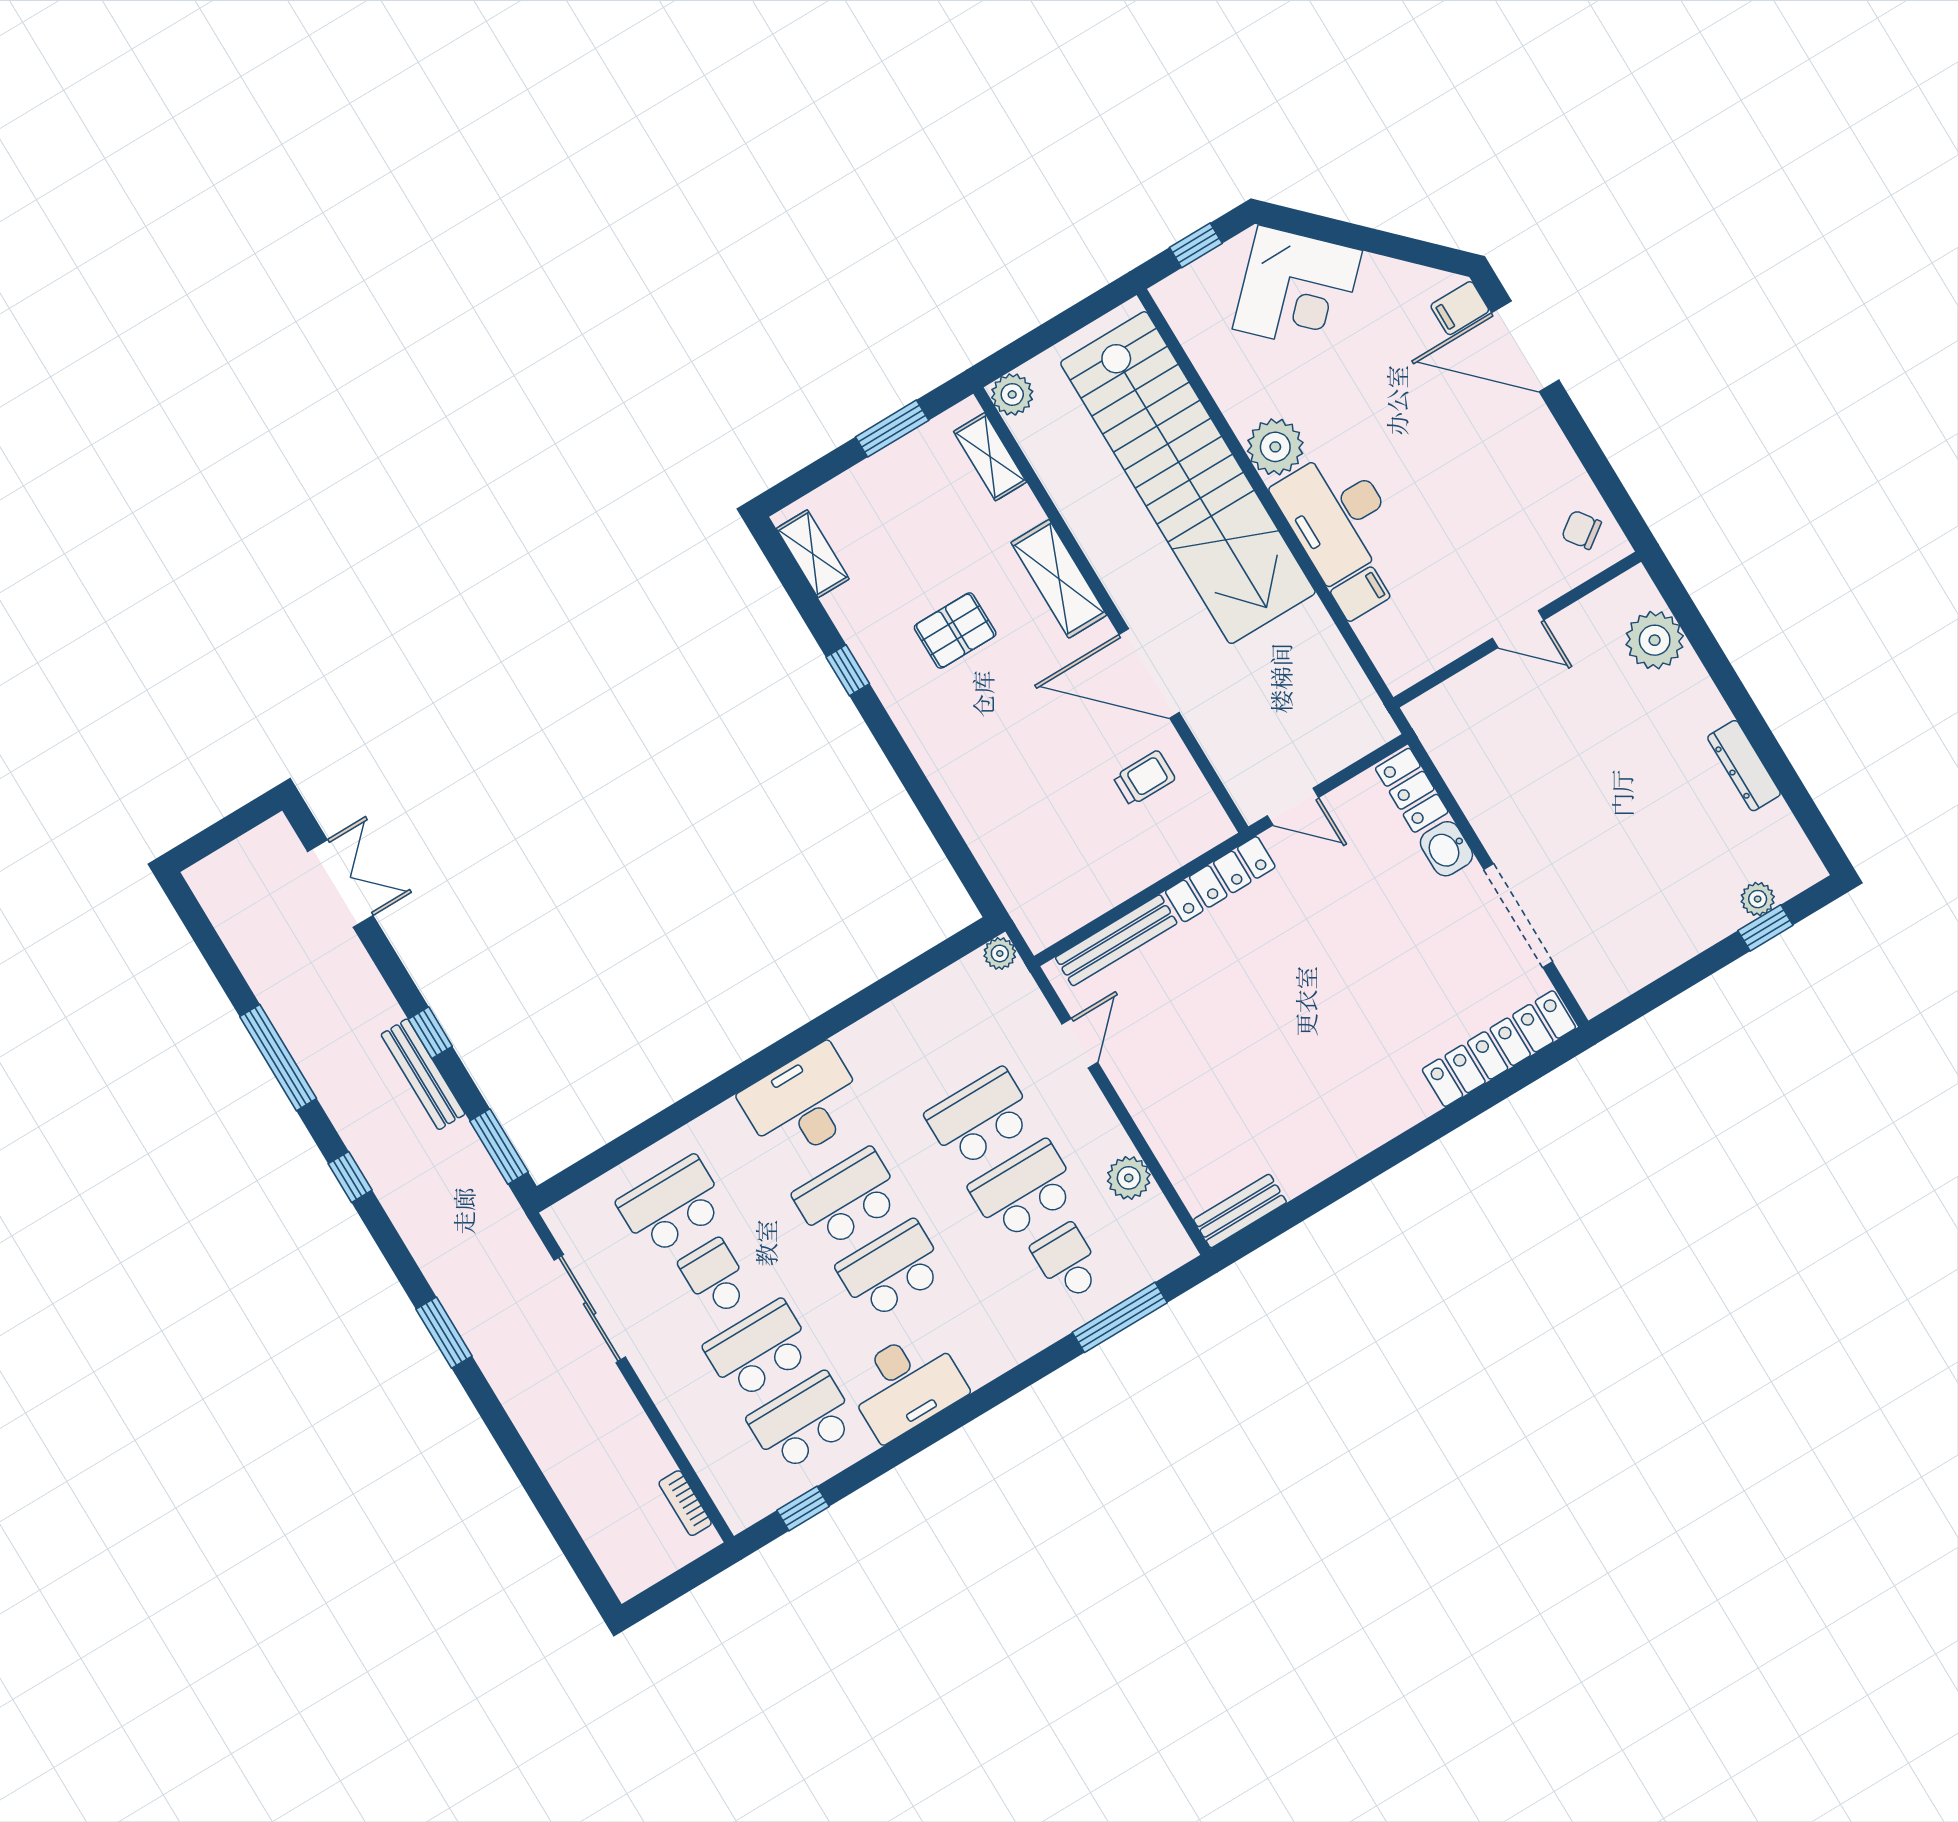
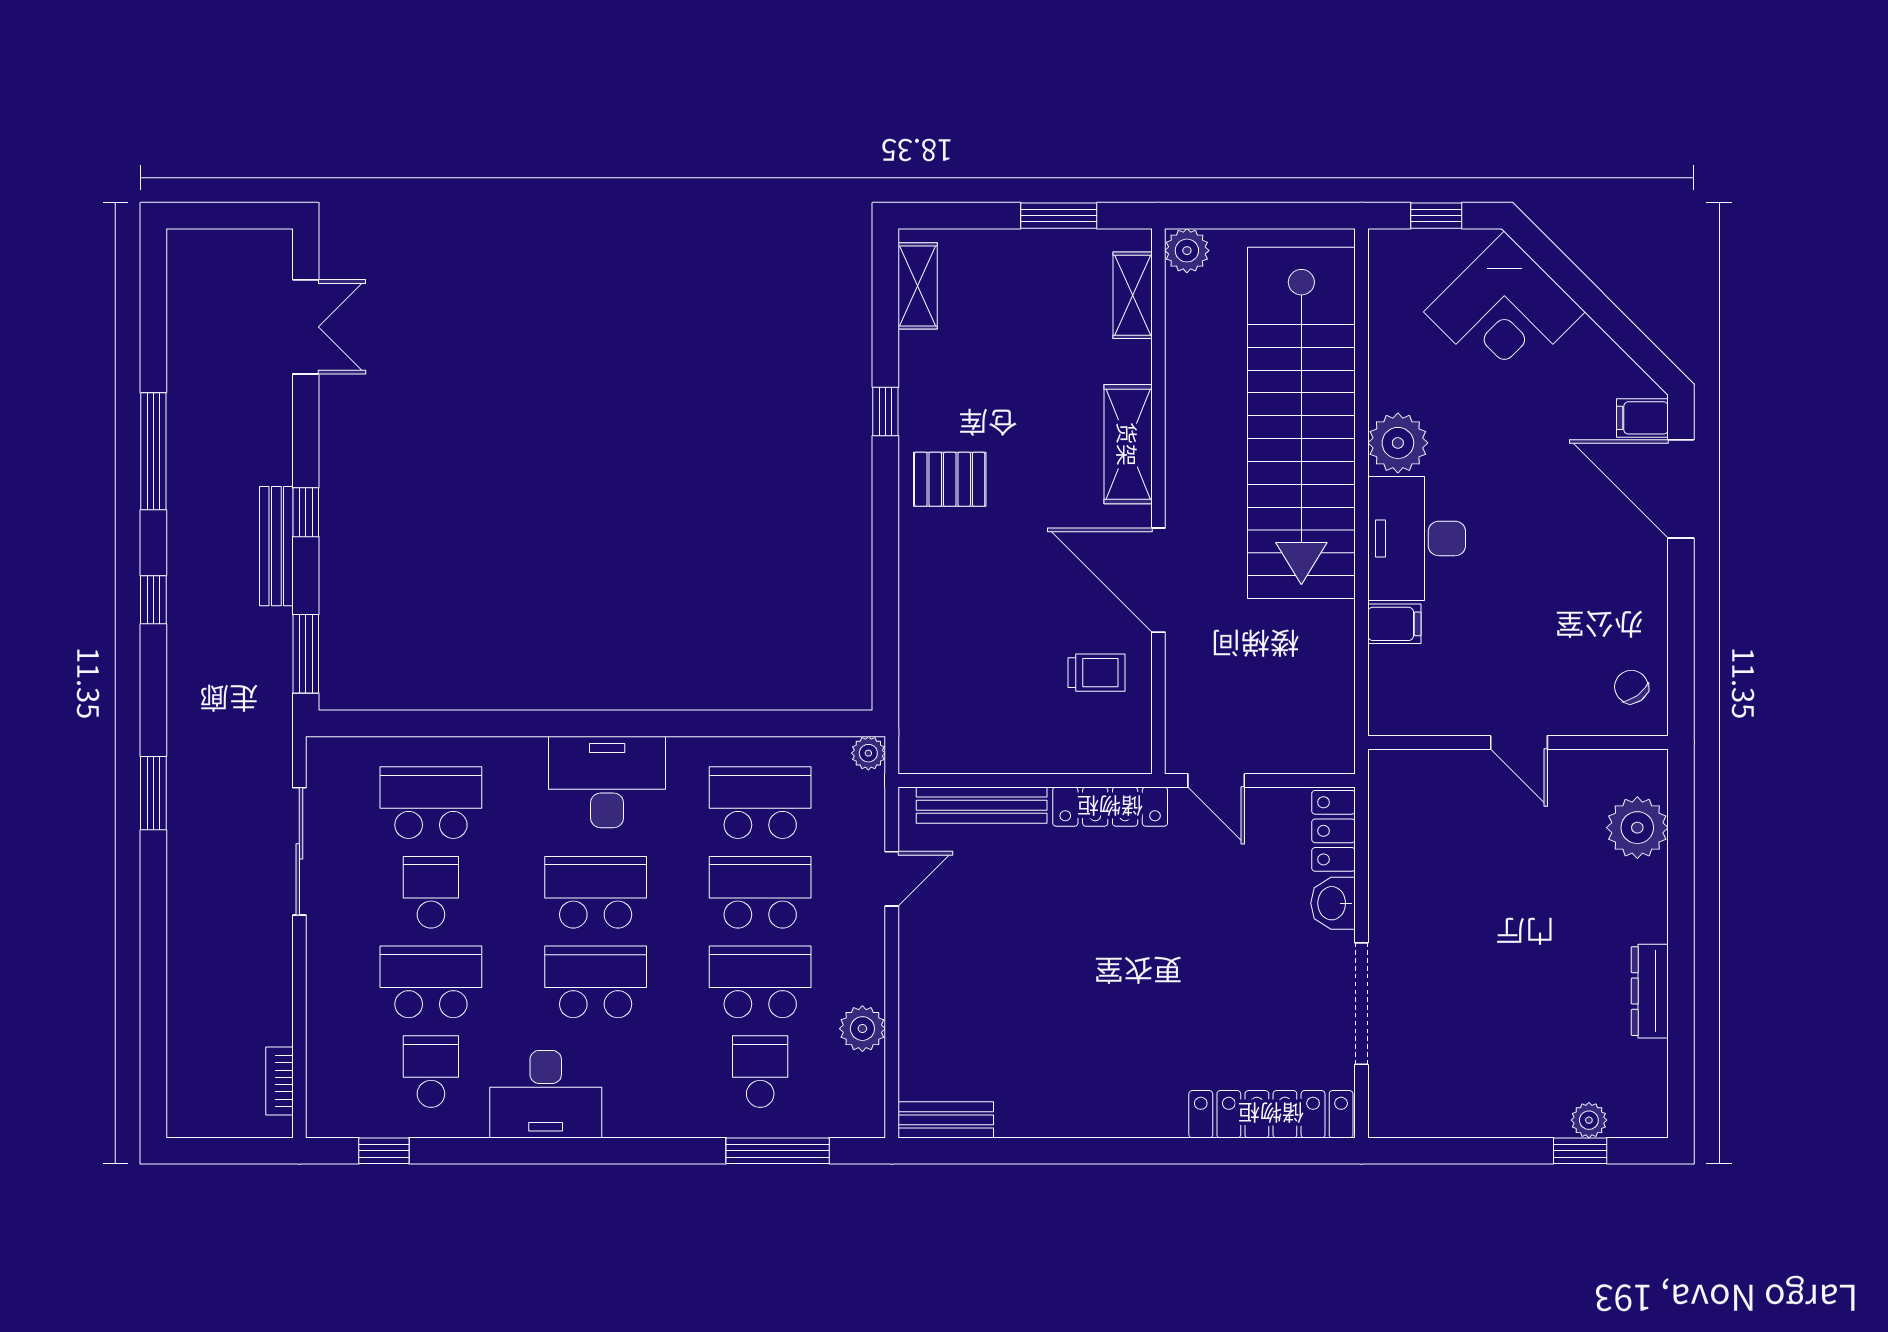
pallet: (955, 631) -> (950, 479), moved
school desk: (937, 1046) -> (760, 803), added
school desk: (802, 1422) -> (431, 1072), width x0.54

